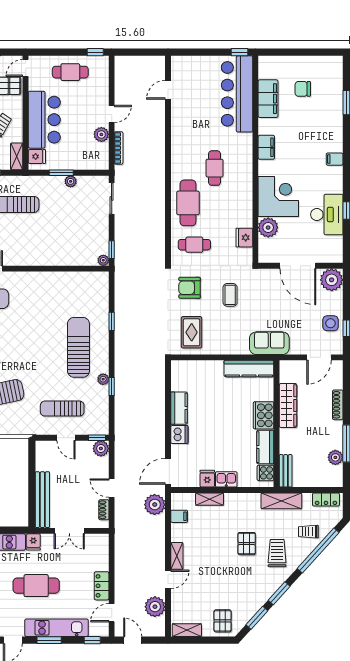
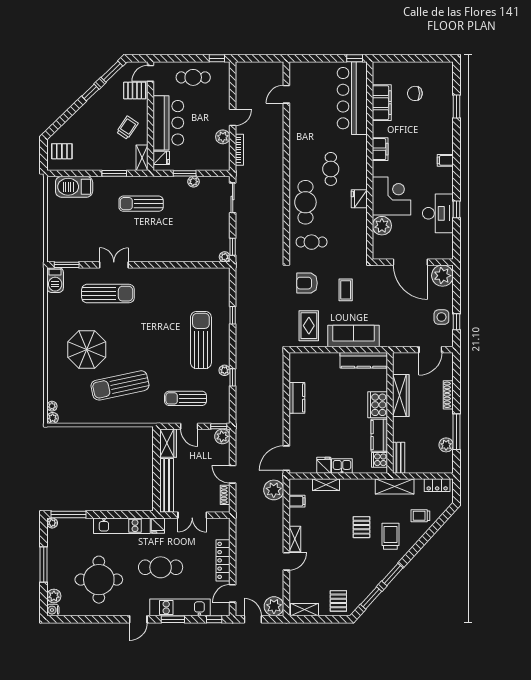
fridge: (244, 238) -> (359, 199), moved
sofa: (269, 343) -> (354, 336), moved, width x1.36
dishwasher: (179, 435) -> (297, 423), removed
wardrobe: (44, 456) -> (168, 443), added
window: (318, 550) -> (430, 534), removed
locker: (102, 586) -> (223, 560), width x1.53
plant: (155, 607) -> (274, 606), moved

